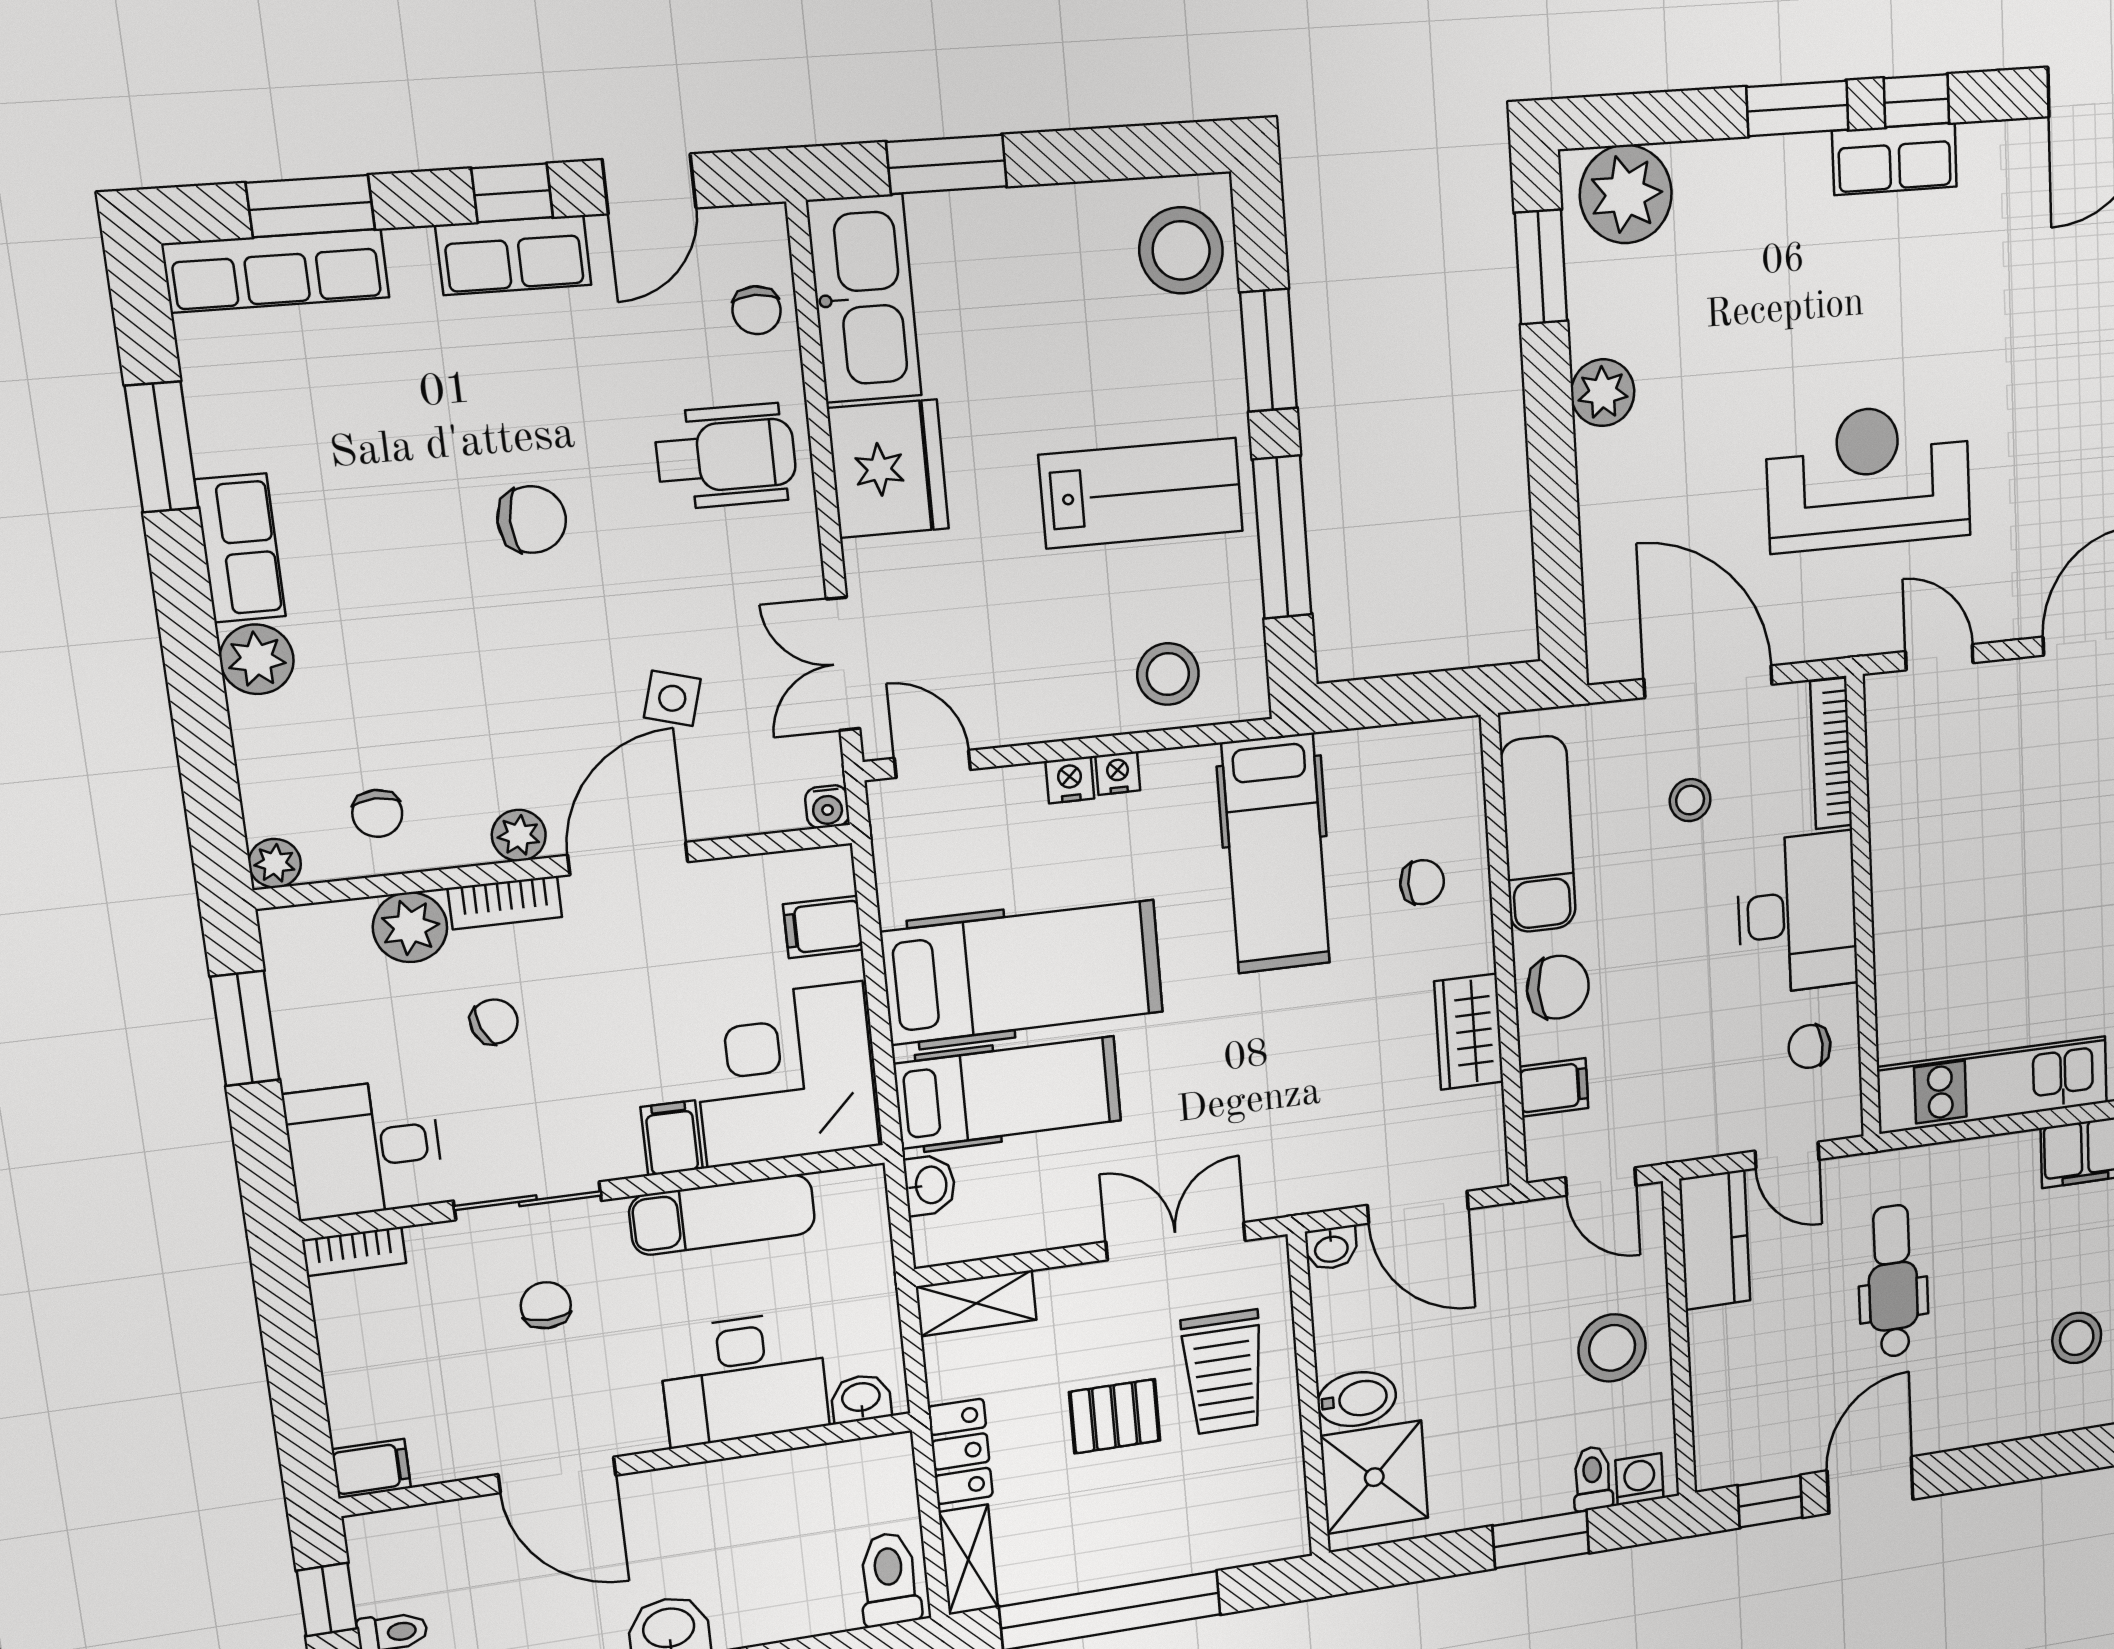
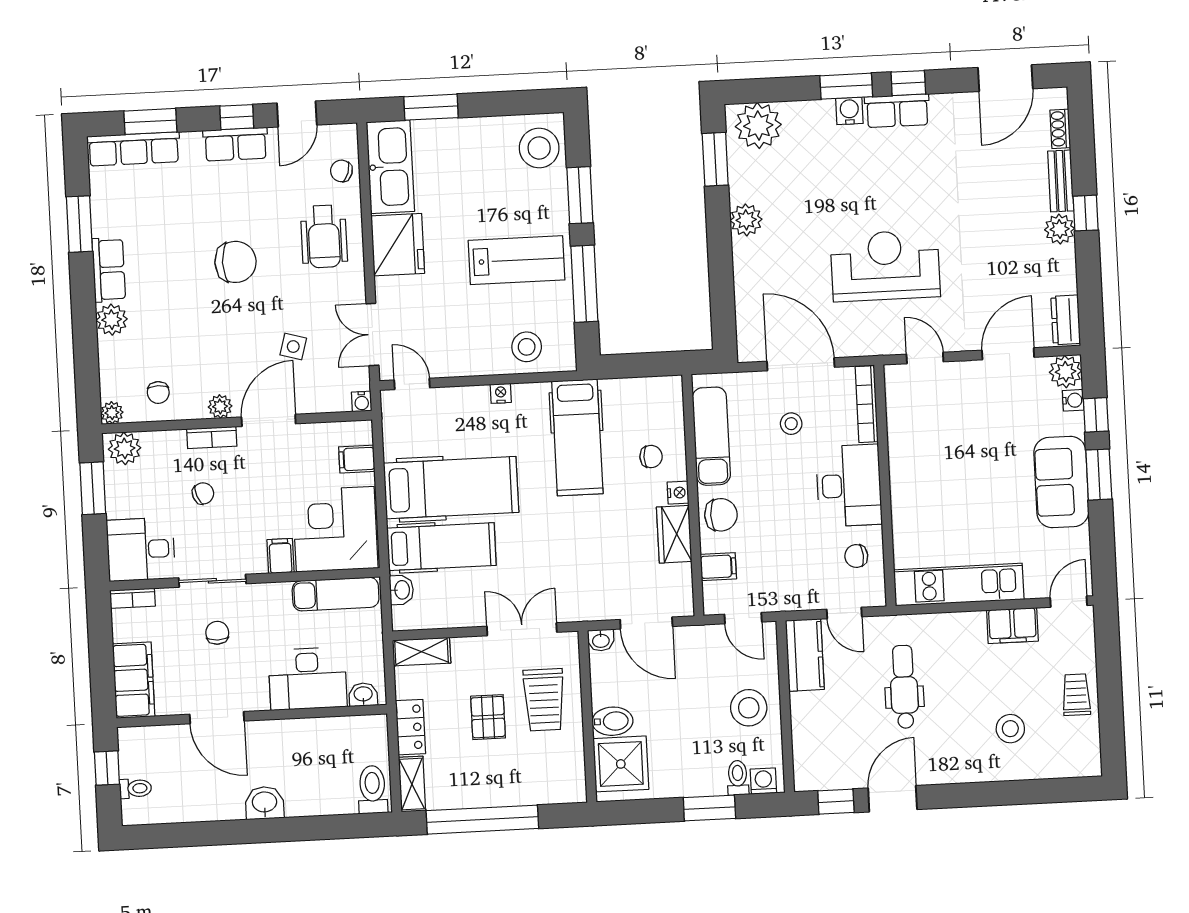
water cooler: (1803, 160) -> (849, 111), added
chair: (757, 310) -> (341, 171), turned 108
wheelchair: (726, 456) -> (324, 236), turned 90
chair: (532, 520) -> (236, 262), width x1.37, depth x1.37
nightstand: (1070, 780) -> (678, 493), moved, turned 90
plant: (410, 927) -> (125, 448), moved
exam couch: (722, 1215) -> (336, 594), moved
pallet: (1115, 1416) -> (488, 717), turned 90
filing cabinet: (371, 1469) -> (134, 680), width x3.00, depth x1.17

